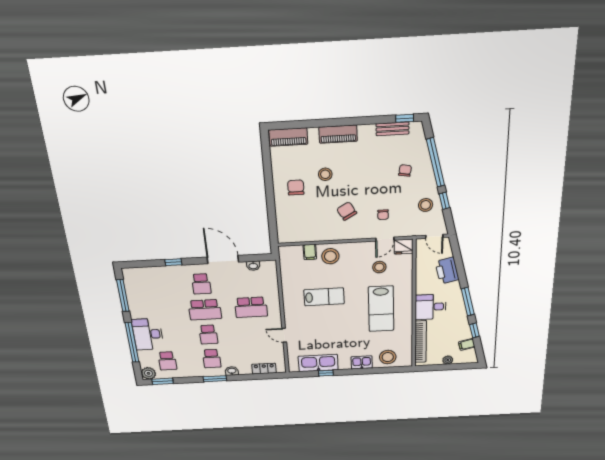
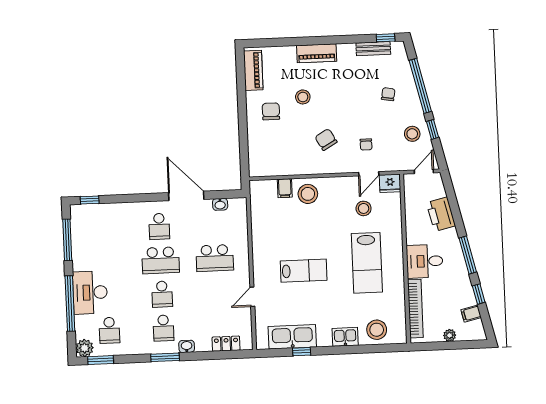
piano: (288, 137) -> (253, 70), moved, turned -90
door: (434, 236) -> (424, 171), swing flipped
window: (173, 262) -> (90, 200), moved
lab bench: (324, 297) -> (304, 271), moved
door: (284, 335) -> (252, 297), hinge flipped

